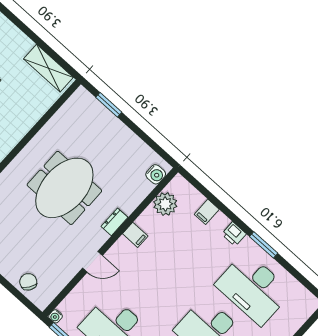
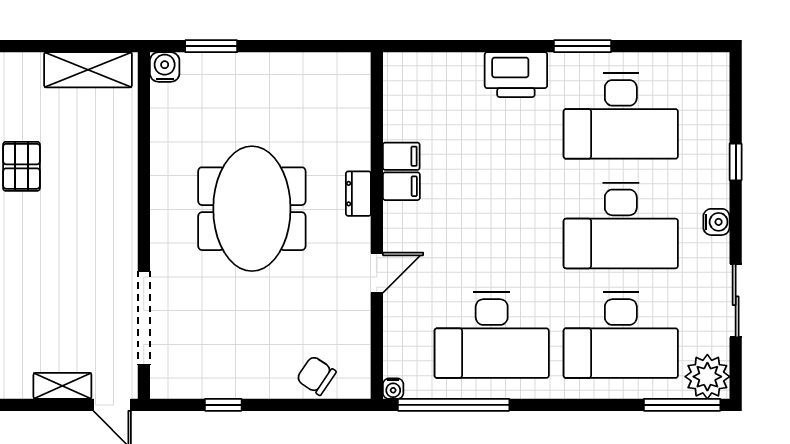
water cooler: (156, 174) -> (165, 67), moved, turned -90
plant: (165, 204) -> (404, 110), removed
filing cabinet: (207, 212) -> (401, 156), moved, turned -90
printer: (234, 234) -> (516, 75), width x1.87, depth x1.48

